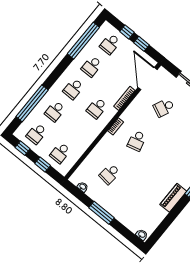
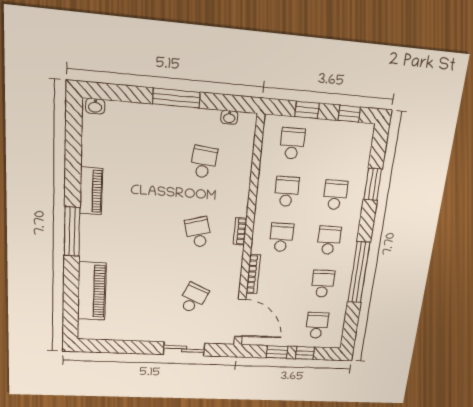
window: (83, 41) -> (359, 272), moved
window: (32, 103) -> (373, 184), width x0.47
school desk: (37, 134) -> (287, 191), moved

